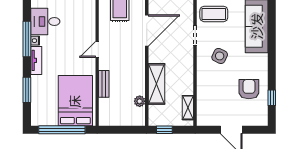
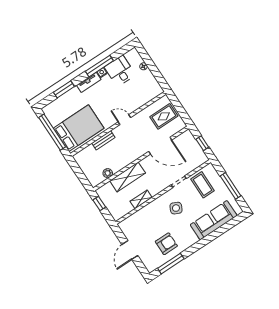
window: (272, 98) -> (171, 264), width x2.17
shelving: (188, 108) -> (141, 199), moved

